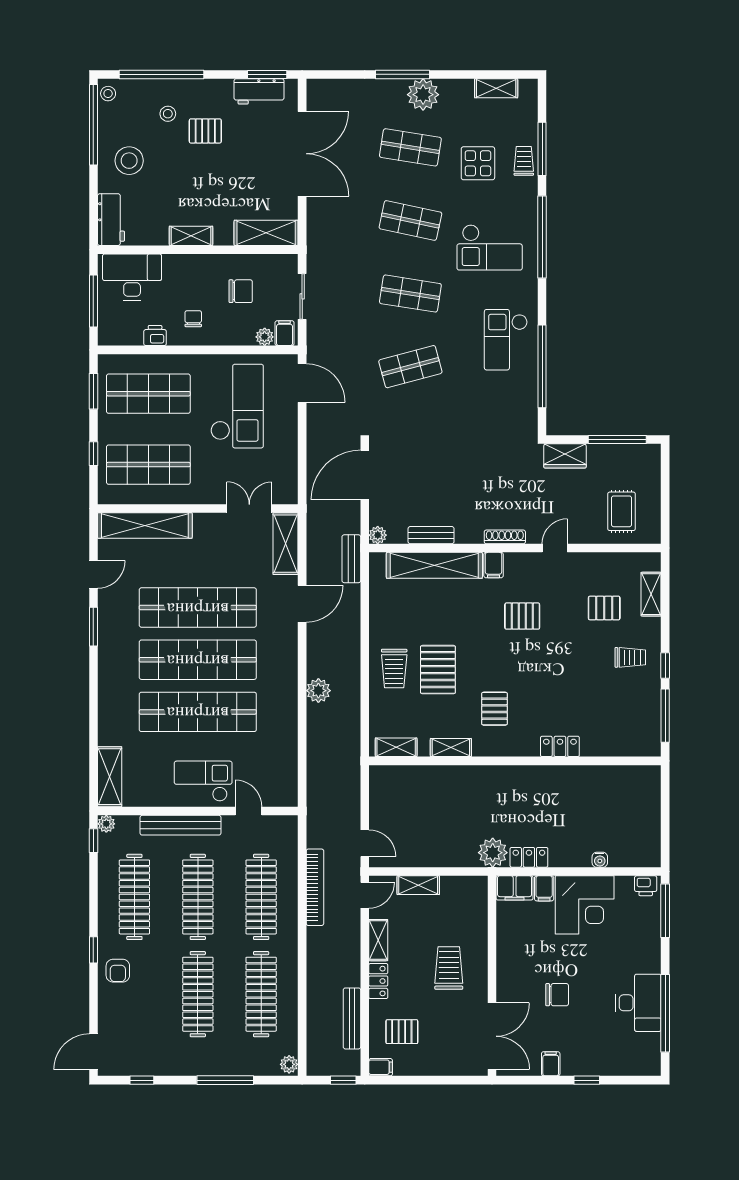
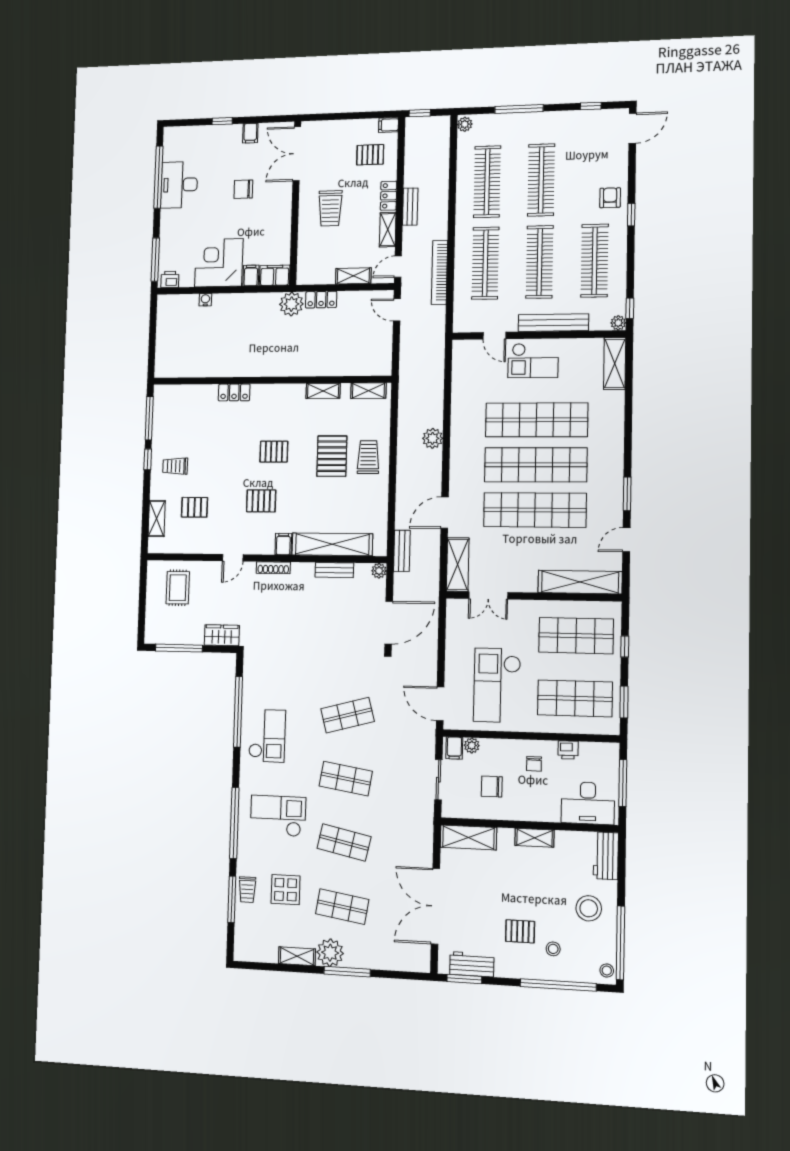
shelving: (496, 88) -> (297, 956), moved
pallet: (494, 709) -> (274, 452), moved, turned 90
locker: (529, 857) -> (321, 300), moved
bench: (352, 1018) -> (410, 207), moved, width x0.73

